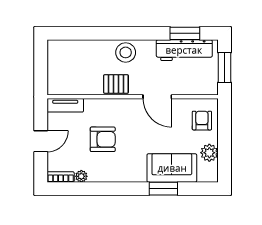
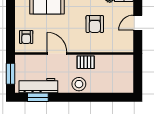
tv unit: (65, 105) -> (121, 48), removed
armchair: (103, 139) -> (95, 24), turned -90
plant: (209, 153) -> (21, 15), removed

